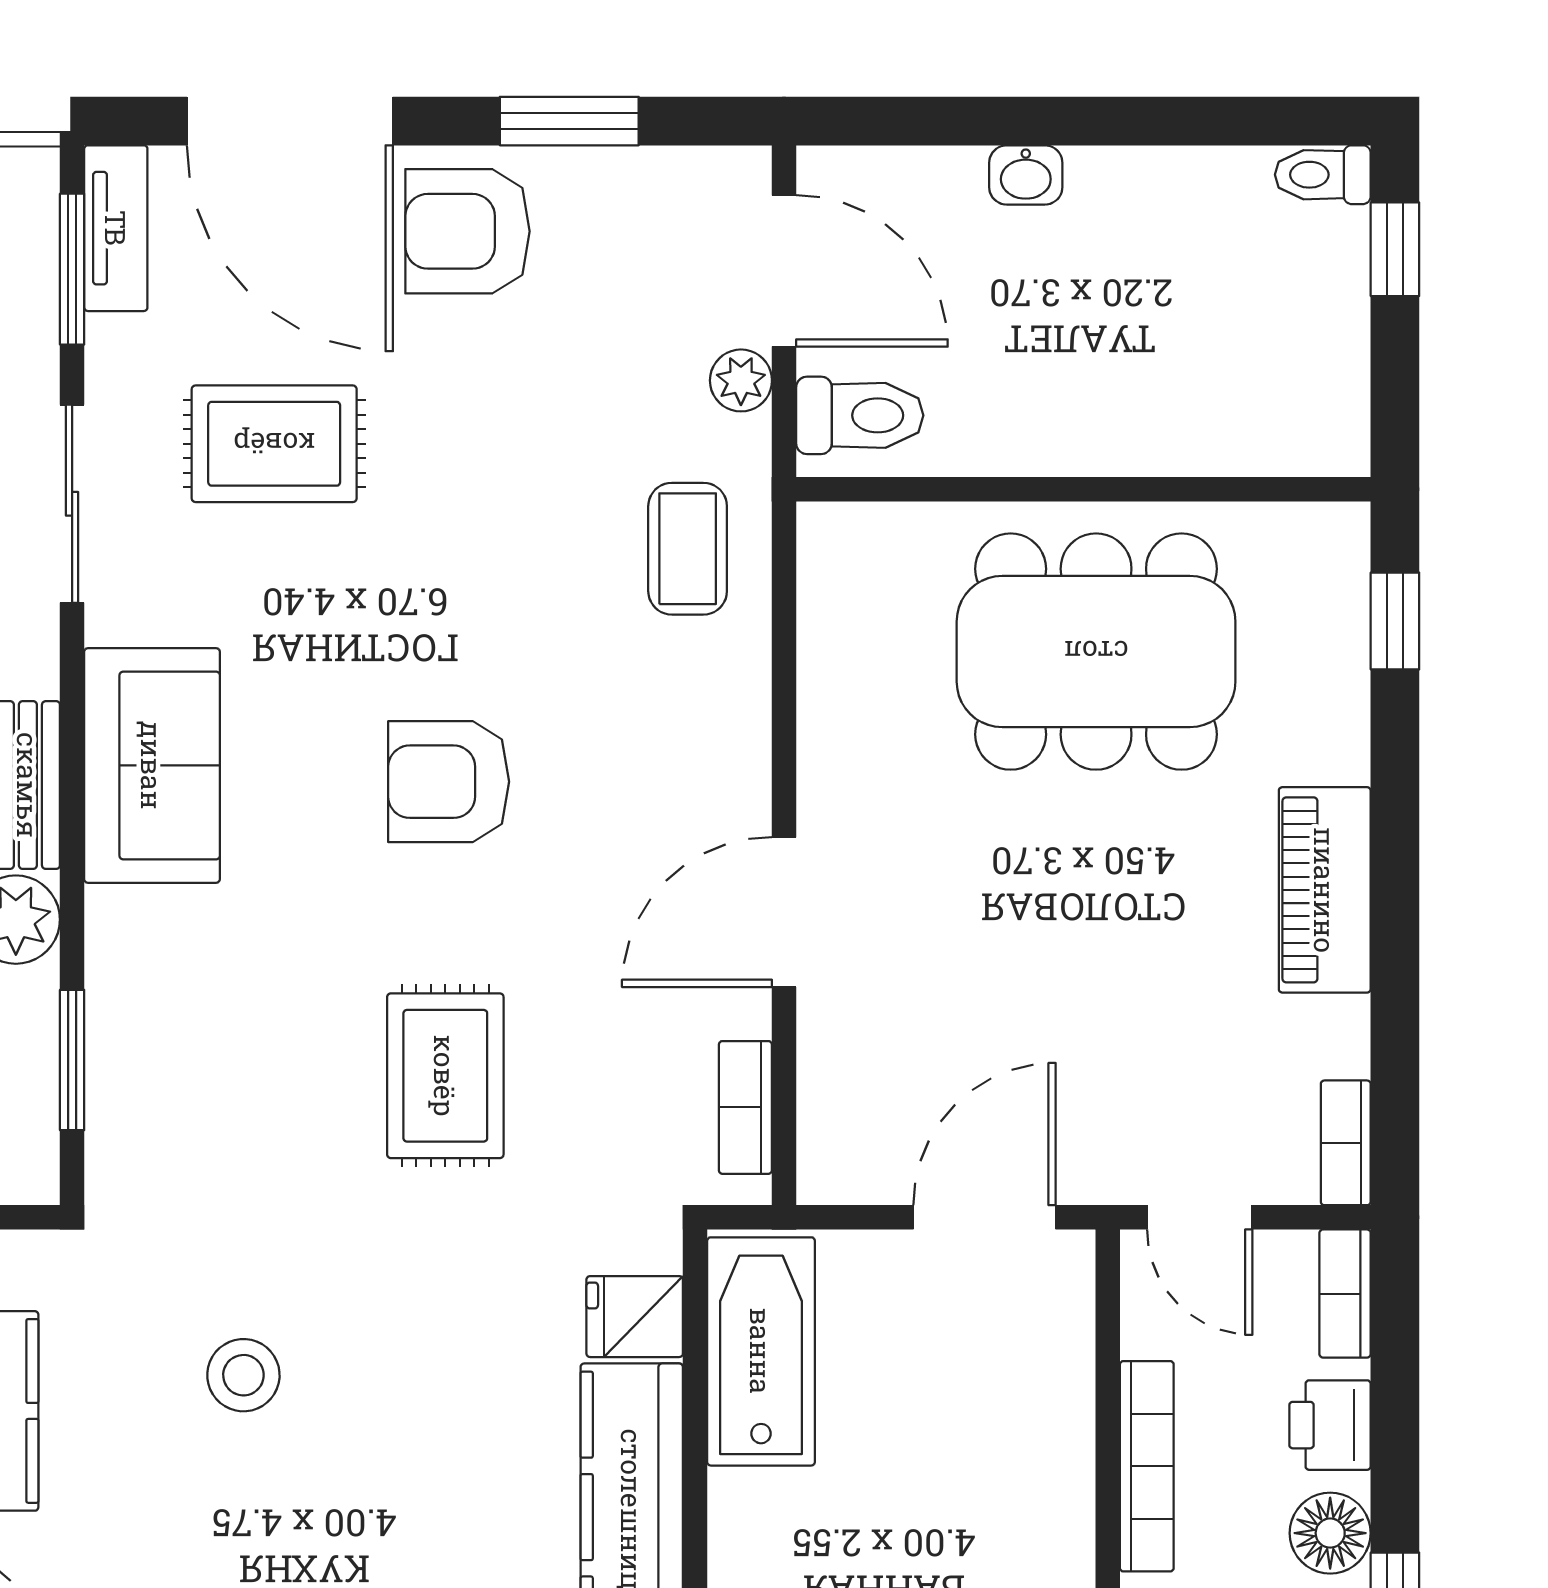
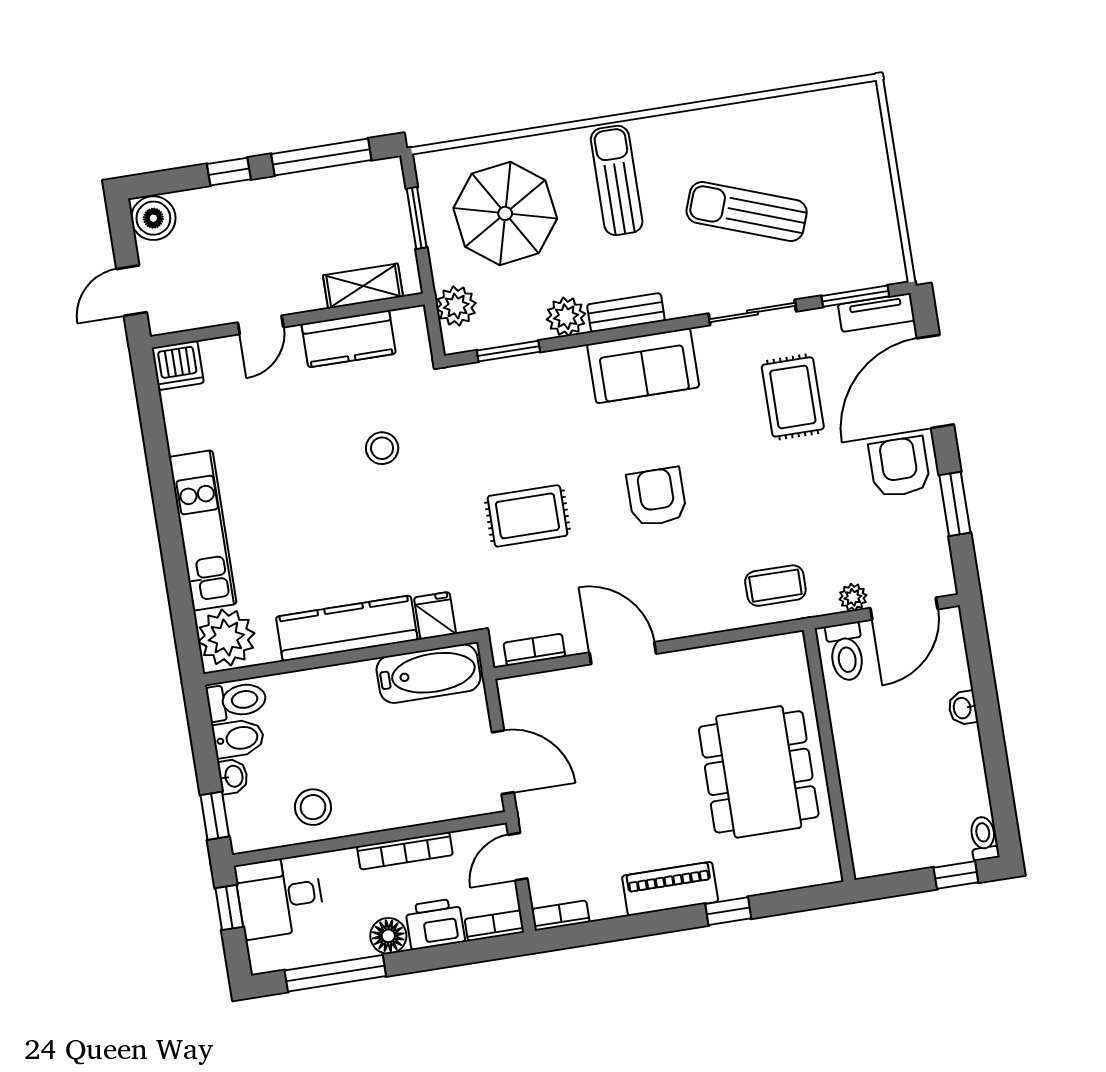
window: (1395, 621) -> (728, 911), moved
printer: (1330, 1425) -> (435, 924), width x1.36, depth x1.24

